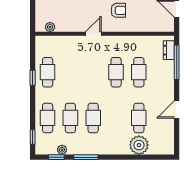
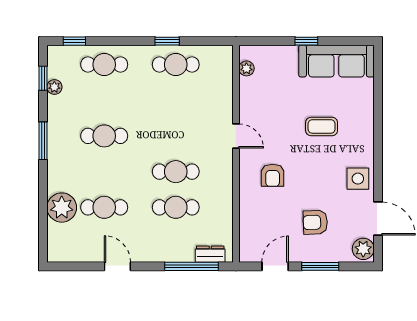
cafe table: (70, 118) -> (104, 100), removed
window: (86, 157) -> (43, 141), moved

